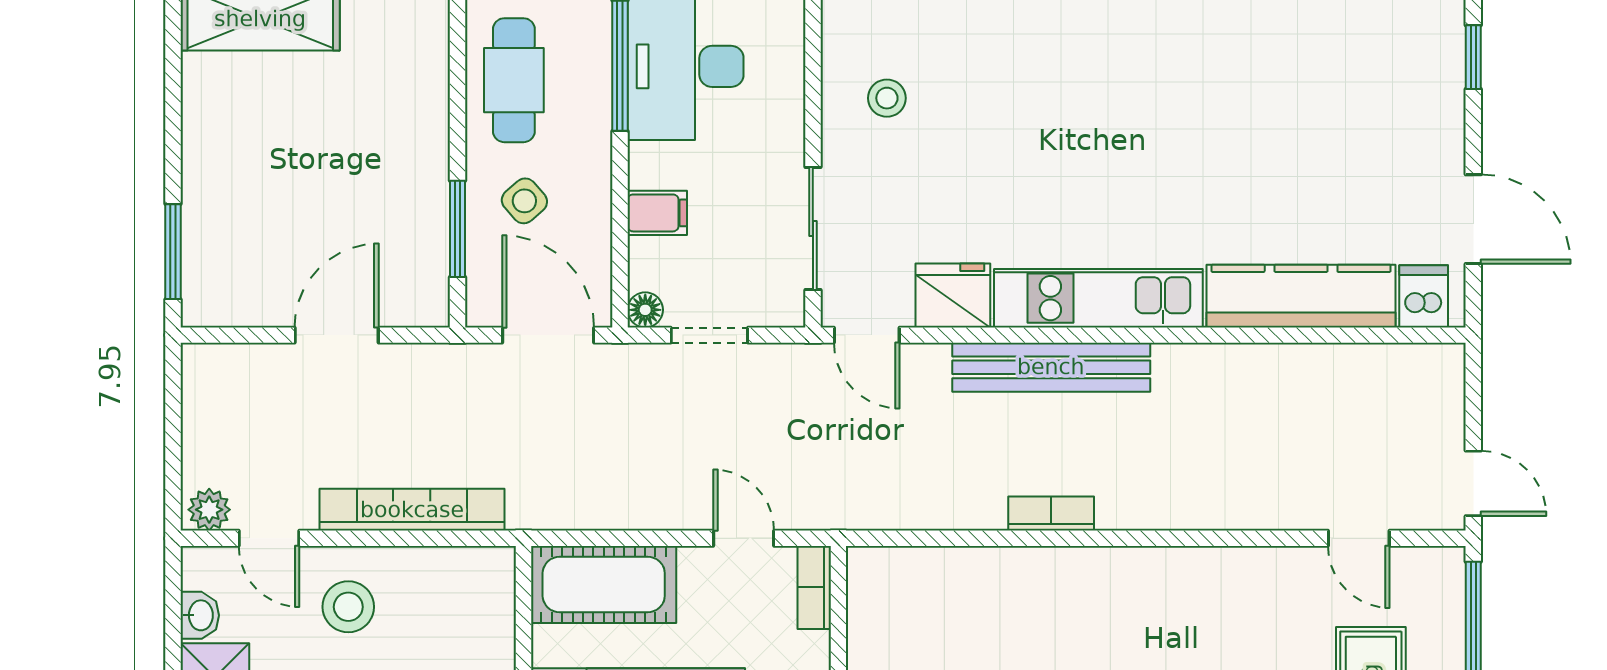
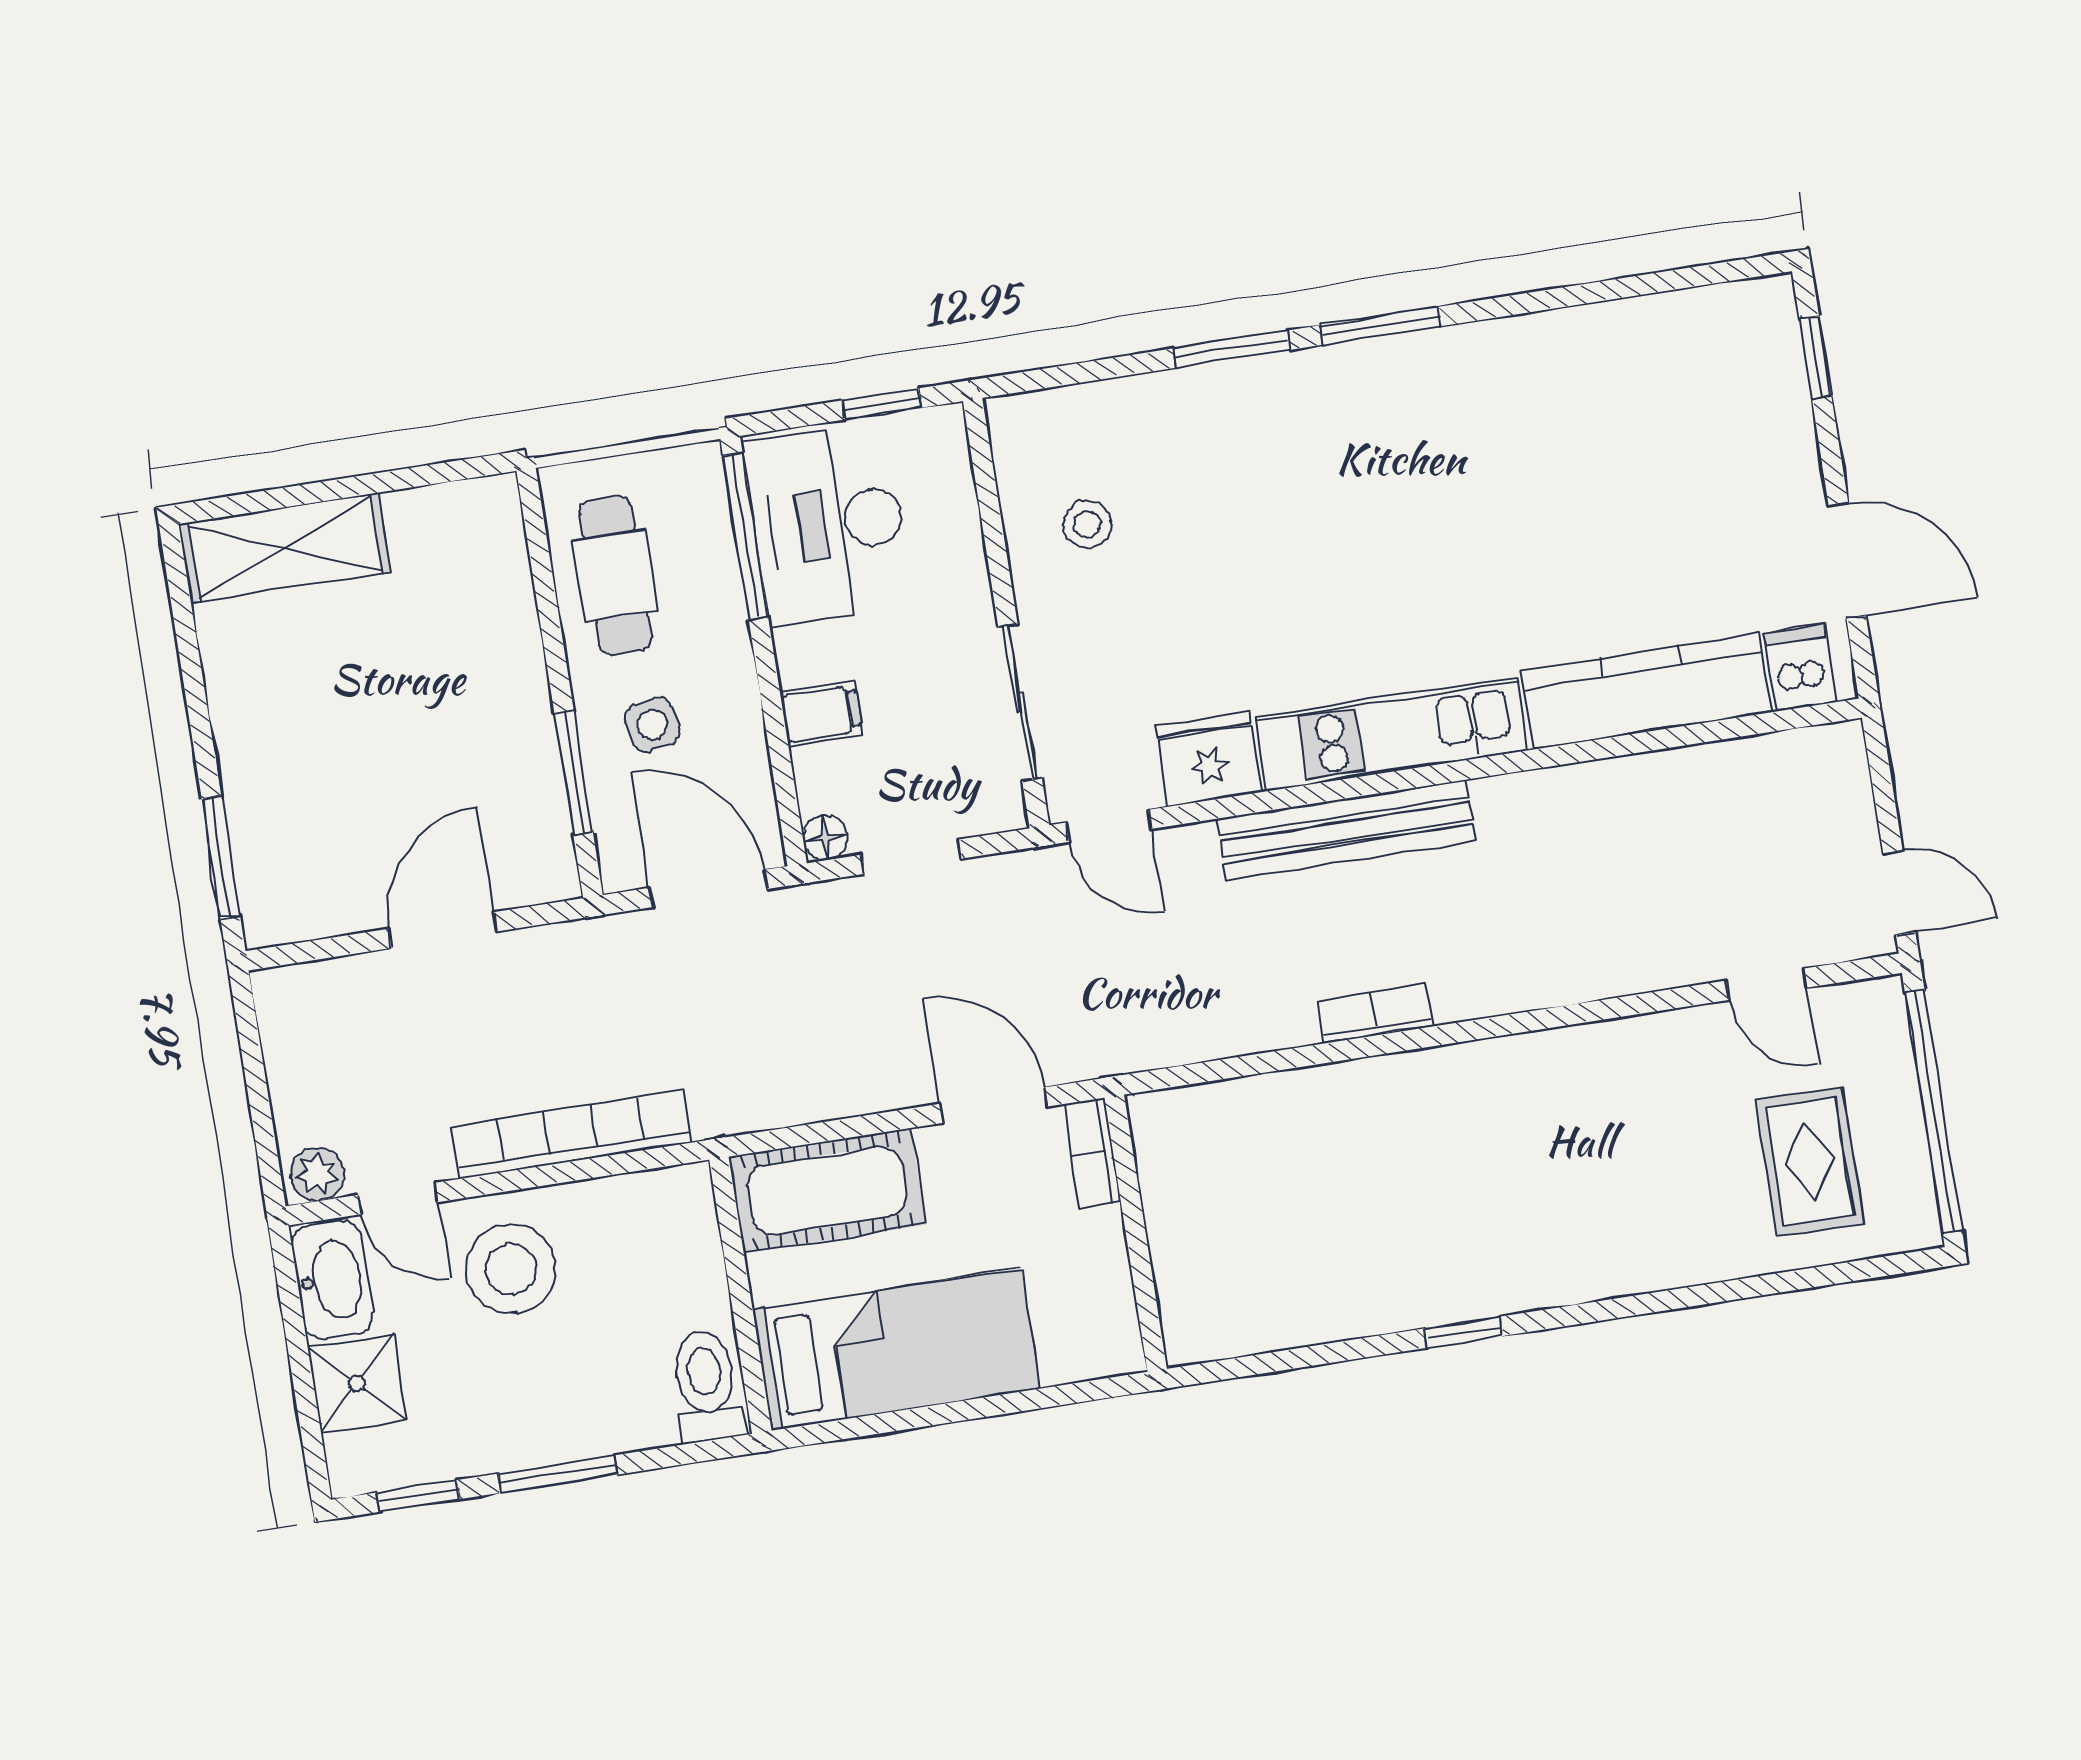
side table: (524, 201) -> (652, 725), turned 30
door: (744, 538) -> (994, 1105), width x1.38
stool: (348, 607) -> (511, 1269), width x1.38, depth x1.38
washbasin: (200, 615) -> (332, 1280), width x1.91, depth x1.45

